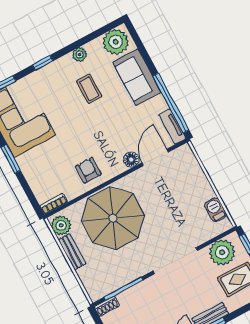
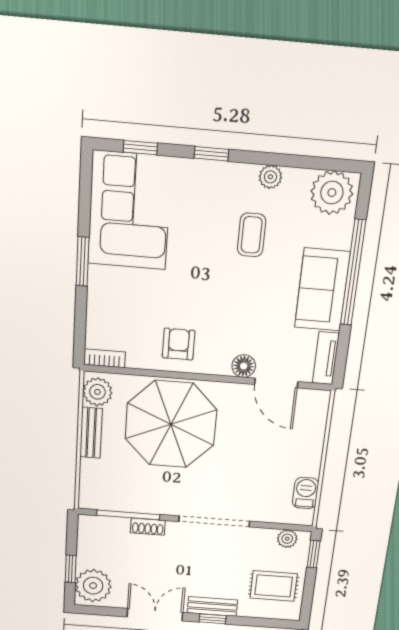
sofa: (137, 77) -> (322, 290), moved
window: (171, 103) -> (353, 273), moved
door: (155, 157) -> (276, 383), swing flipped
plant: (222, 252) -> (287, 539), width x0.53, depth x0.53
shoe rack: (107, 306) -> (148, 527), moved

